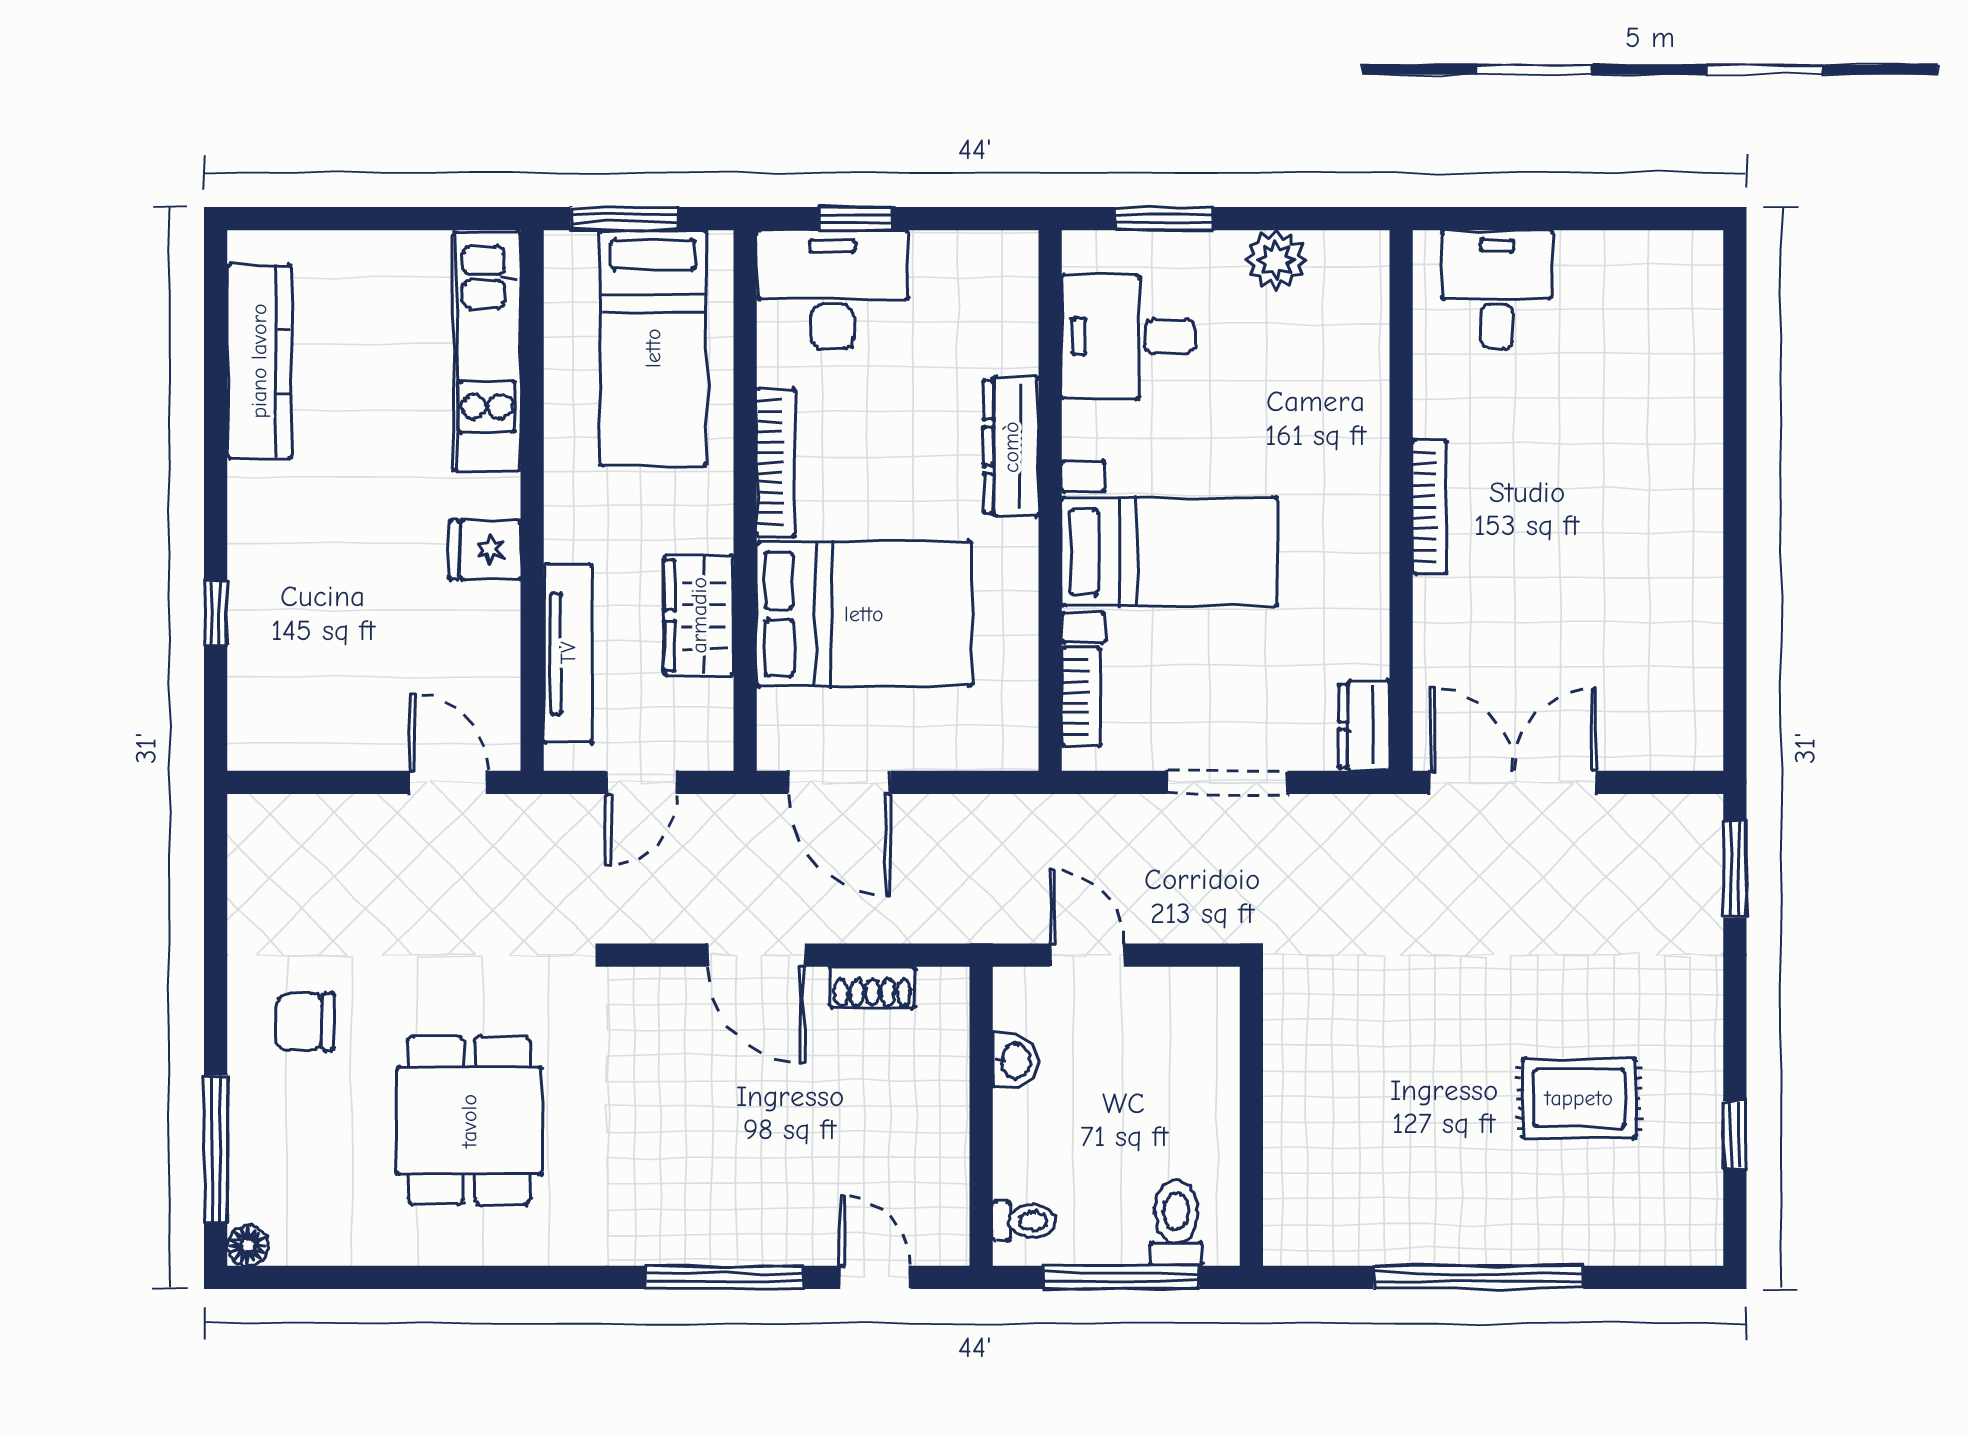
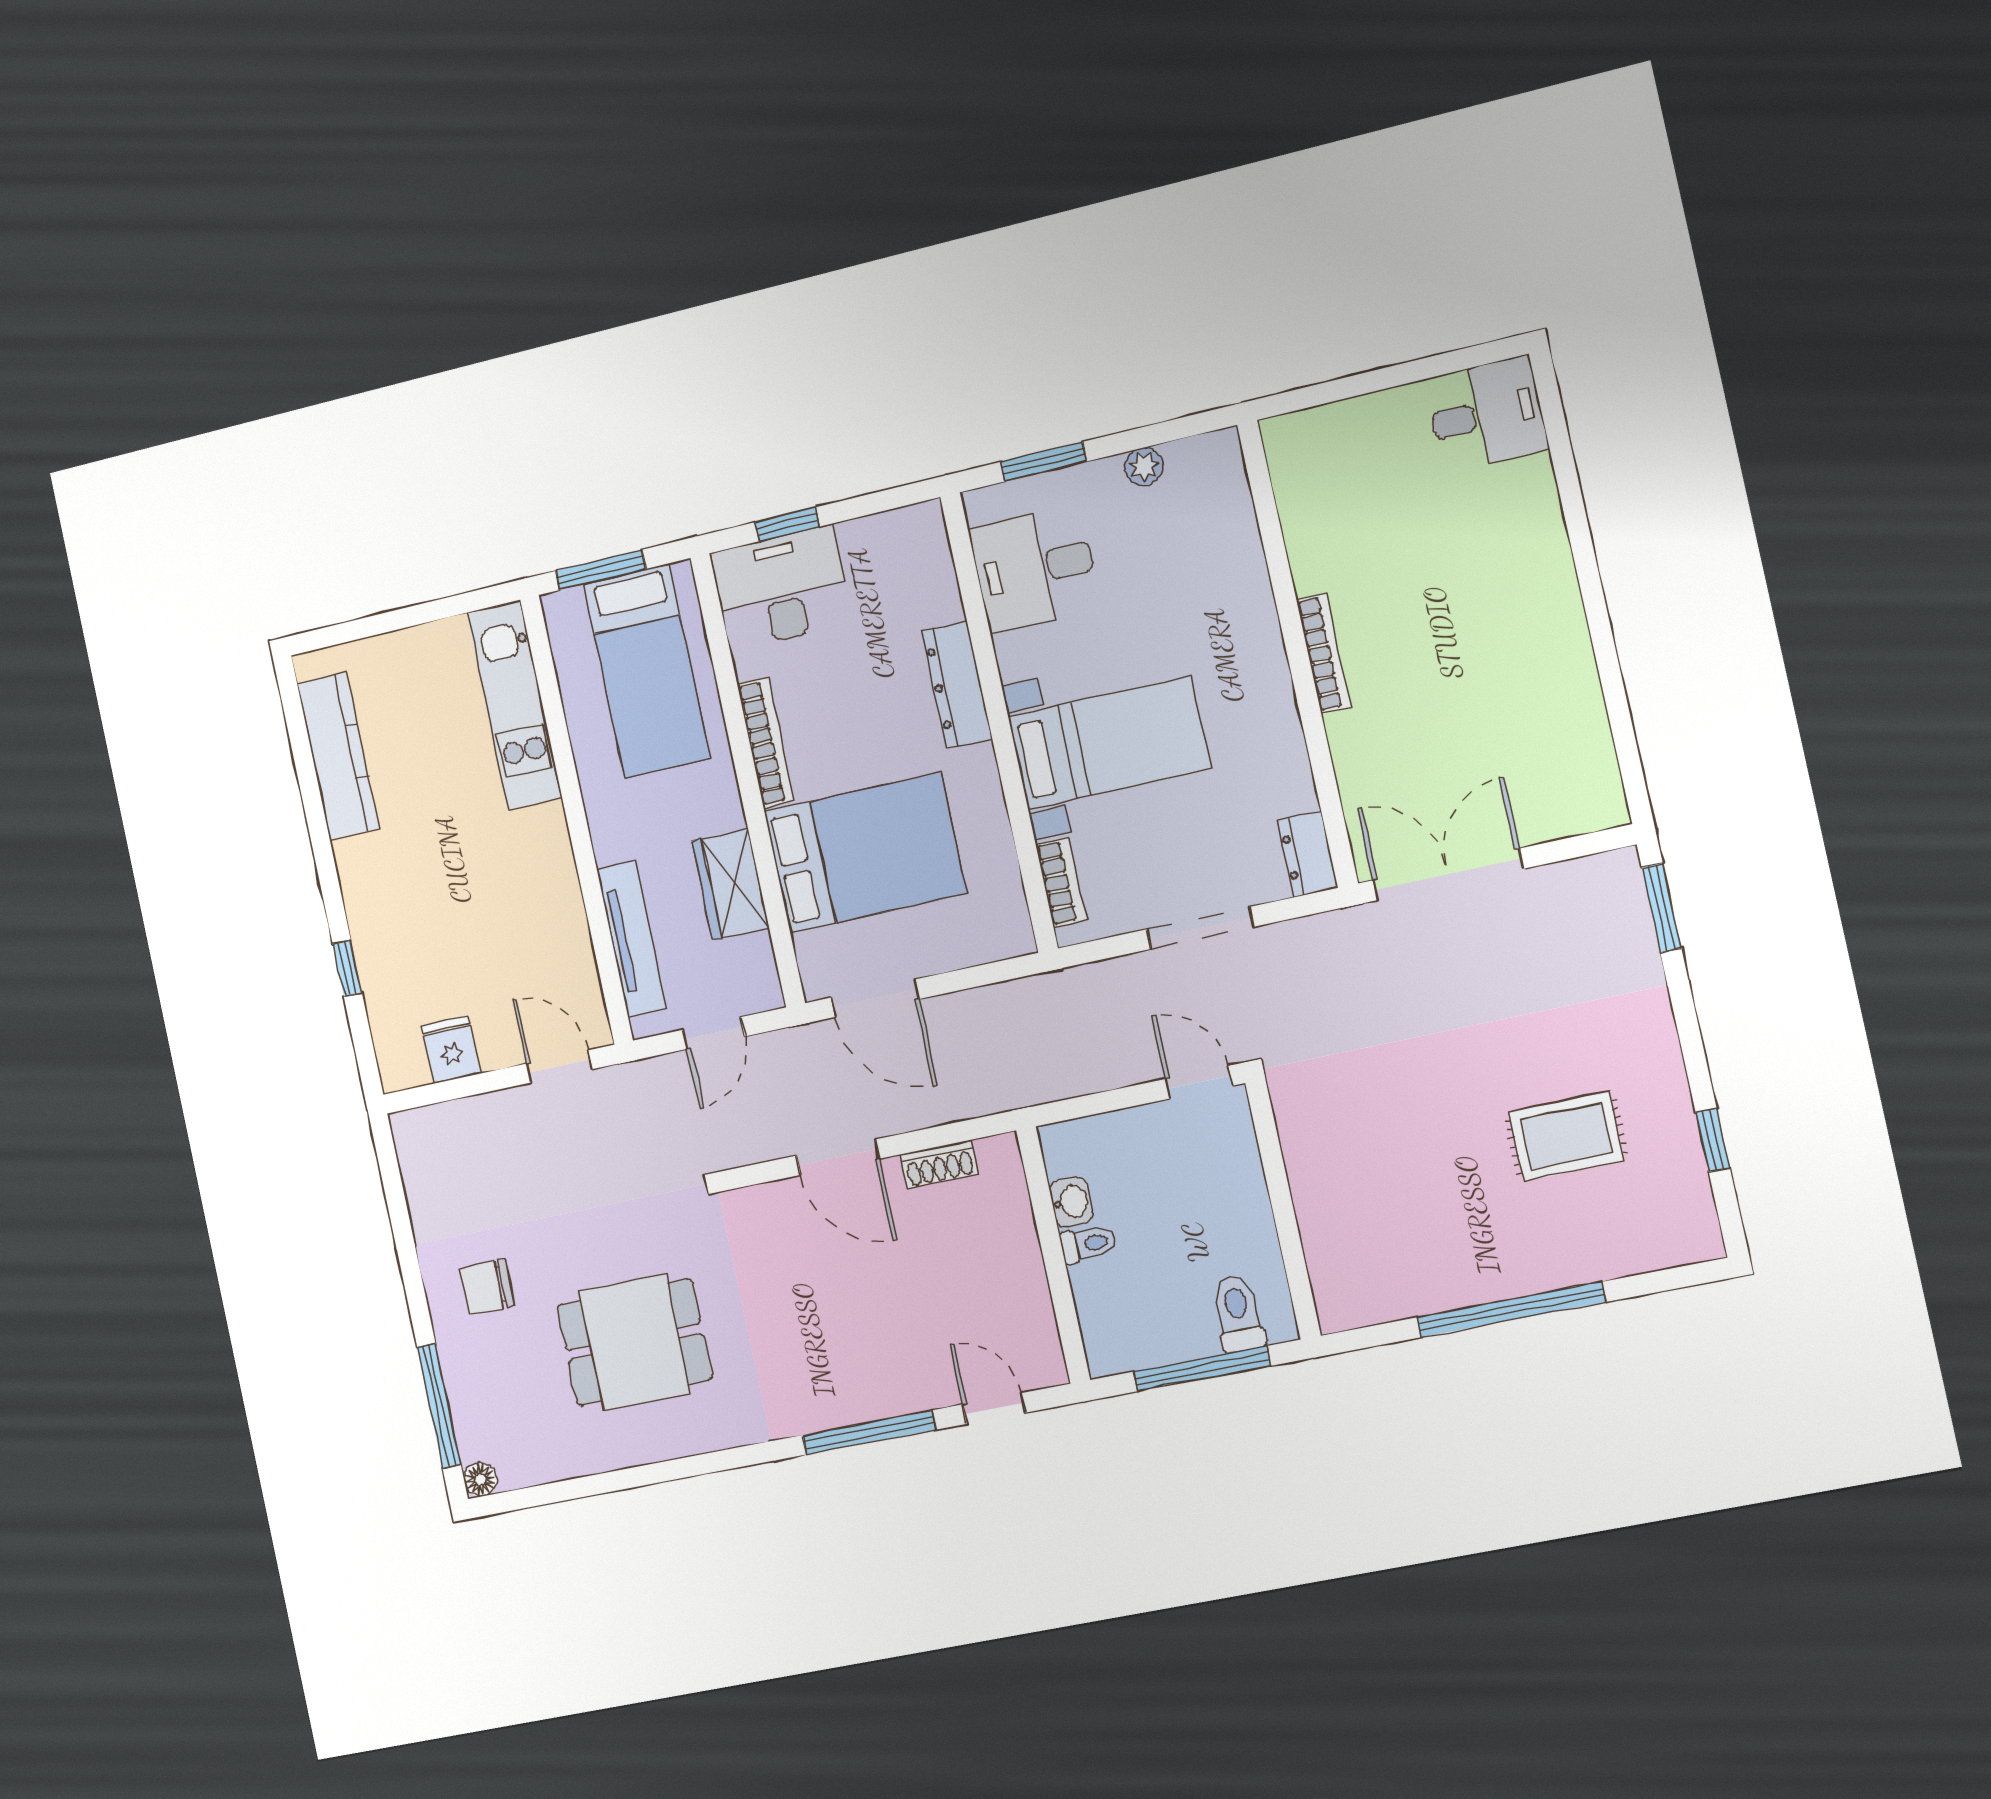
plant: (1276, 260) -> (1144, 467), width x0.73, depth x0.73
desk: (1497, 290) -> (1487, 414), moved, turned 90
fridge: (485, 550) -> (451, 1049), moved, turned 90
door: (1087, 955) -> (1199, 1082), moved
dining table: (469, 1121) -> (634, 1342), turned 90
toilet: (1024, 1221) -> (1088, 1244), moved

